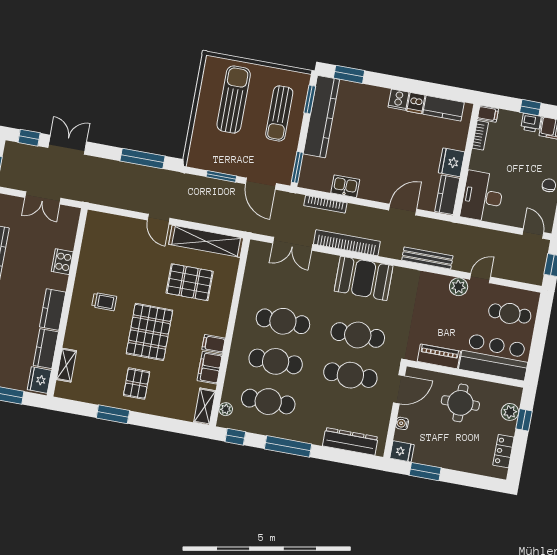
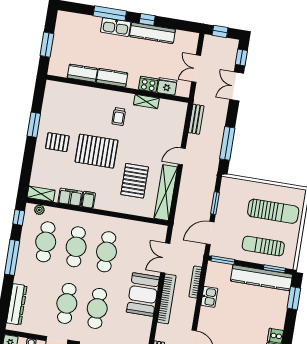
double door: (67, 145) -> (237, 86), swing flipped
bench: (110, 199) -> (196, 119), added
booth: (364, 278) -> (143, 294), moved
shelving: (67, 365) -> (146, 101), moved
fridge: (39, 380) -> (167, 86), moved

